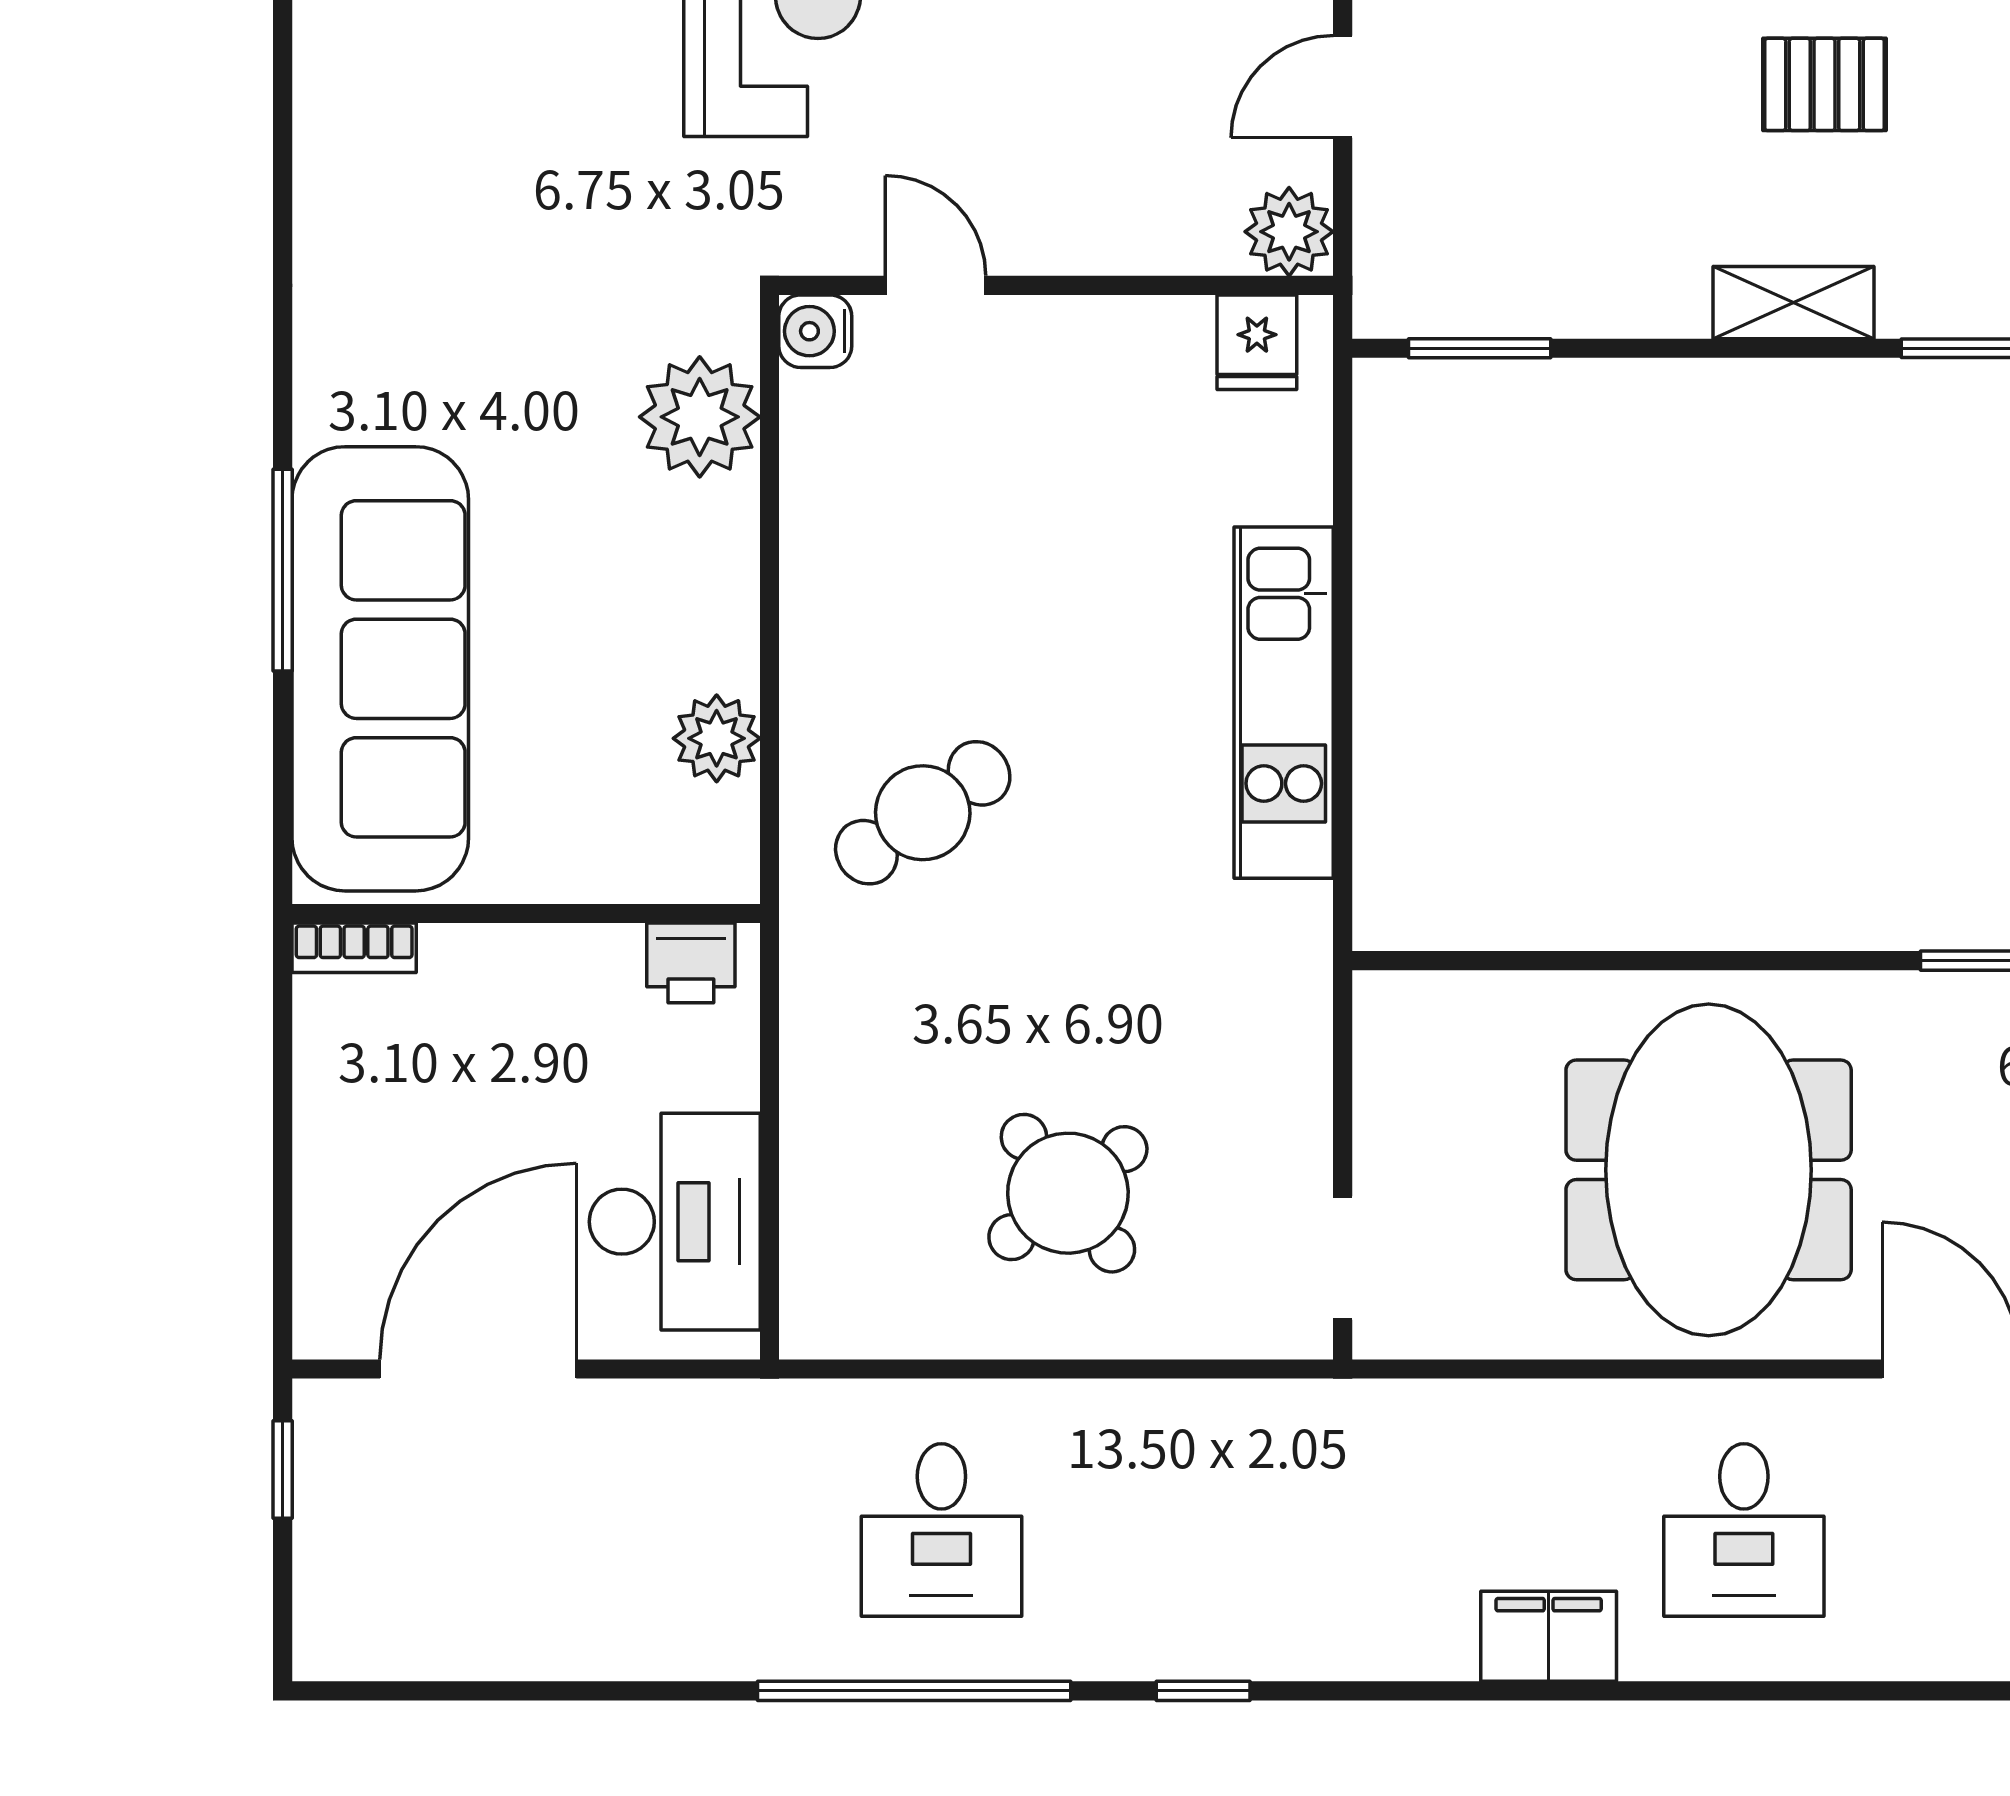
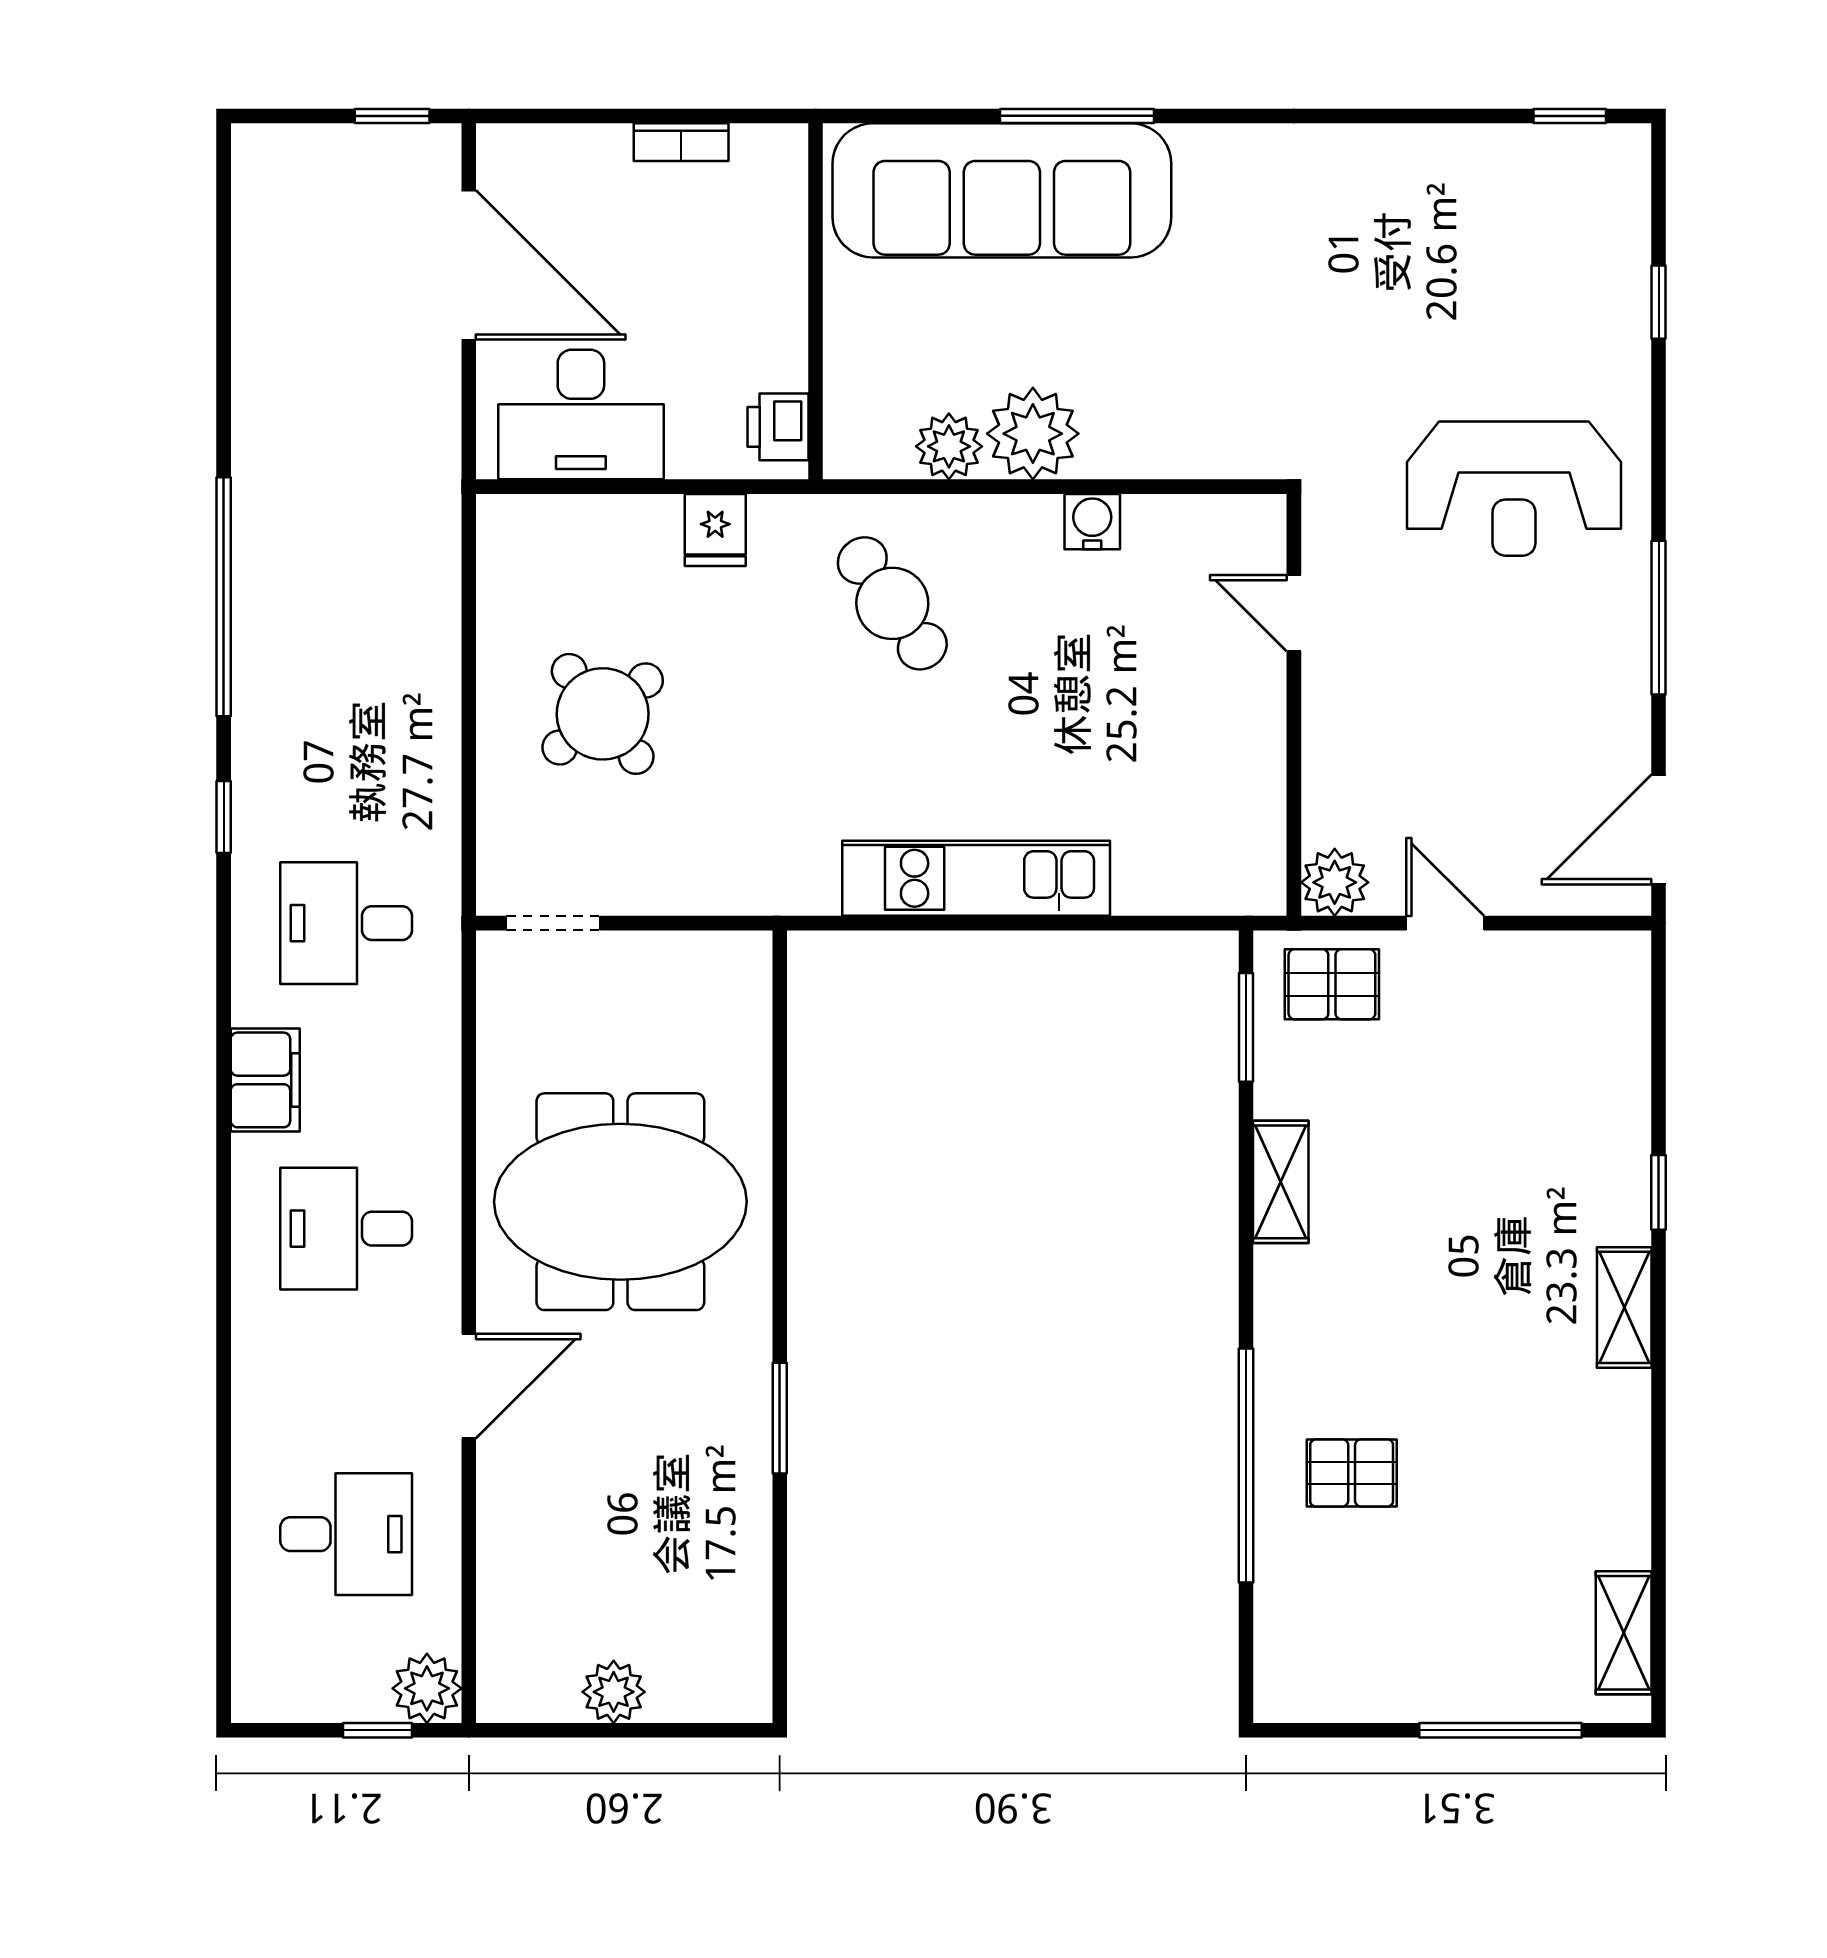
pallet: (1824, 84) -> (1332, 984), moved, turned 90
door: (936, 285) -> (1294, 613), swing flipped
shelving: (1793, 303) -> (1281, 1182), moved
water cooler: (815, 331) -> (1092, 522), moved
fridge: (1257, 342) -> (715, 530), moved, turned -90
plant: (700, 417) -> (1033, 434), moved
bookcase: (354, 948) -> (681, 142), moved, turned -90
desk: (941, 1530) -> (346, 923), moved

